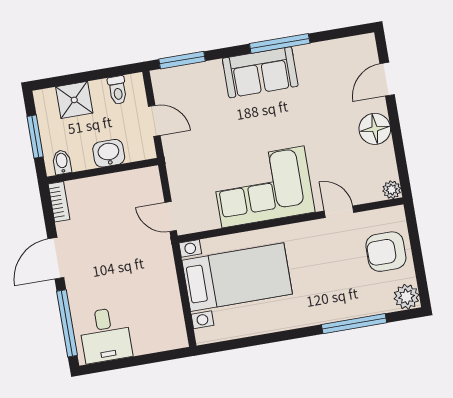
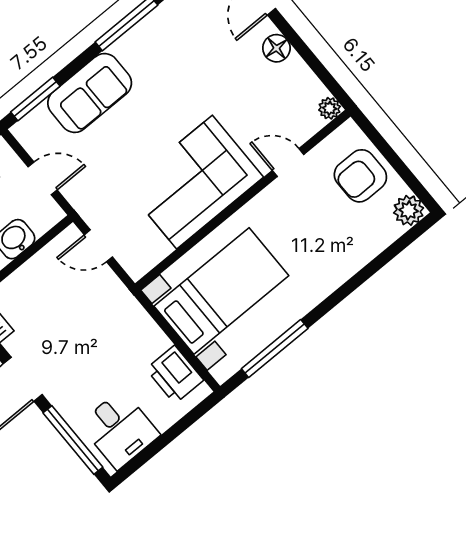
sofa: (260, 72) -> (90, 93), moved
floor lamp: (375, 129) -> (276, 48), width x0.73, depth x0.73
door: (171, 217) -> (98, 246), moved
printer: (168, 318) -> (175, 375), added
window: (354, 324) -> (275, 349), moved

